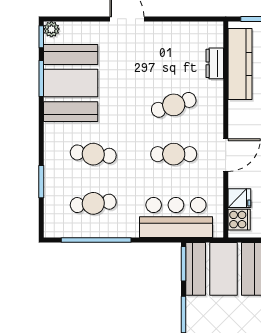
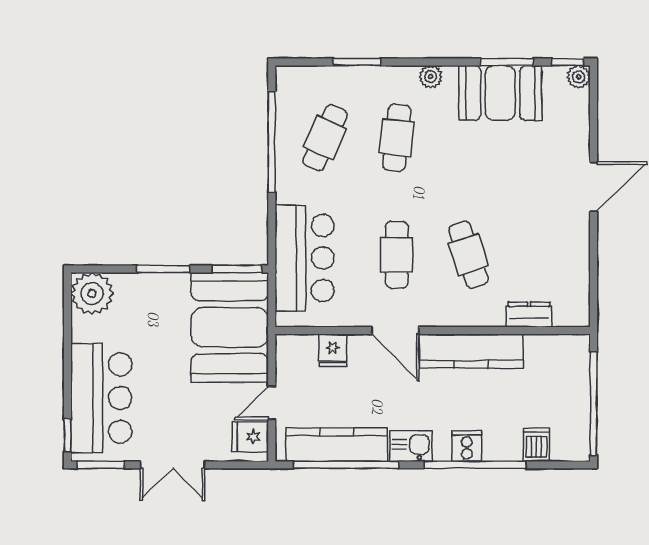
kitchen counter: (240, 64) -> (471, 351), moved
booth: (71, 83) -> (500, 93), width x0.73, depth x0.70
plant: (51, 131) -> (431, 77), added
cafe table: (93, 203) -> (325, 138), turned 30
cooker: (239, 220) -> (302, 350), removed

